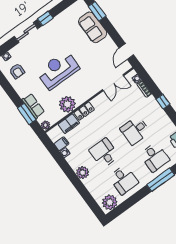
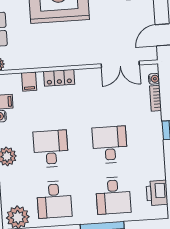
plant: (67, 104) -> (43, 55), removed
filing cabinet: (69, 124) -> (29, 82), width x0.50
desk: (135, 130) -> (110, 145), turned 90

